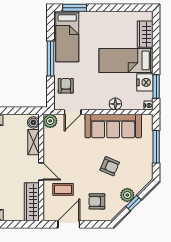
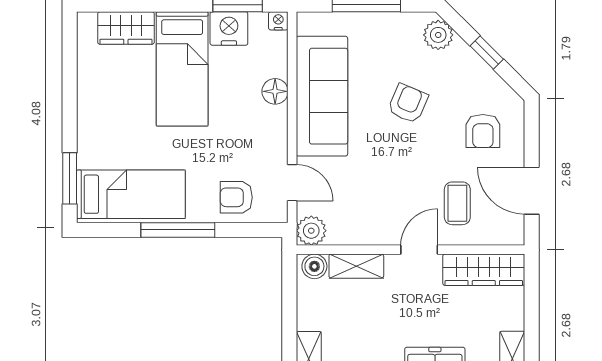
plant: (127, 195) -> (438, 35), moved

